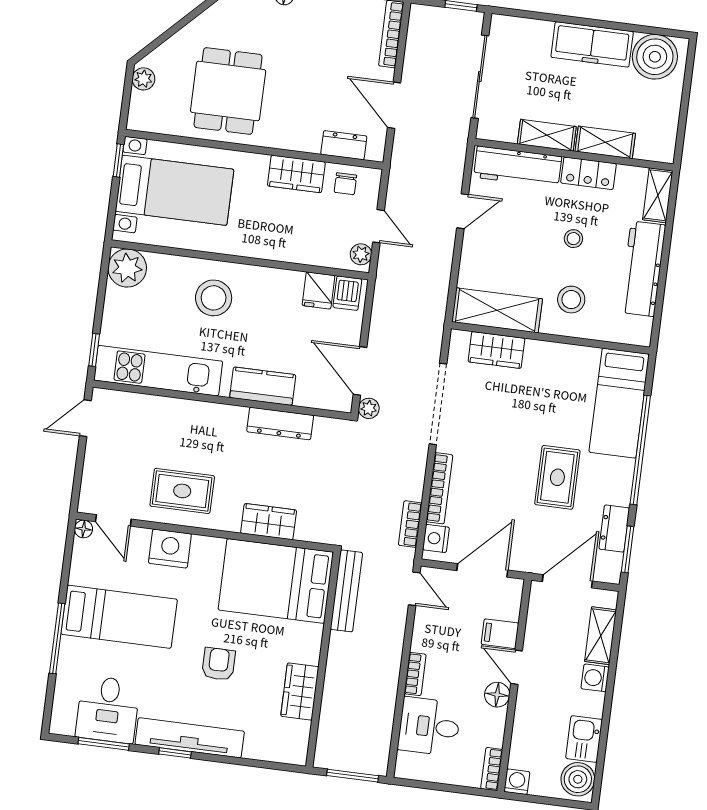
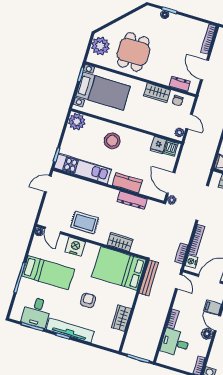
plant: (143, 79) -> (100, 46), width x1.88, depth x1.88

